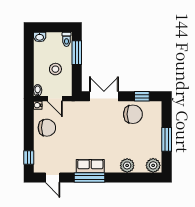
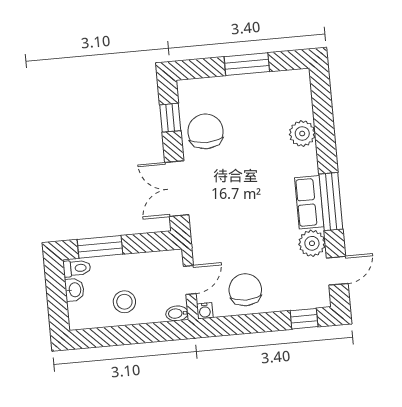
washbasin: (40, 37) -> (74, 290), moved
stool: (55, 69) -> (124, 302), moved
plant: (153, 165) -> (312, 243), moved

